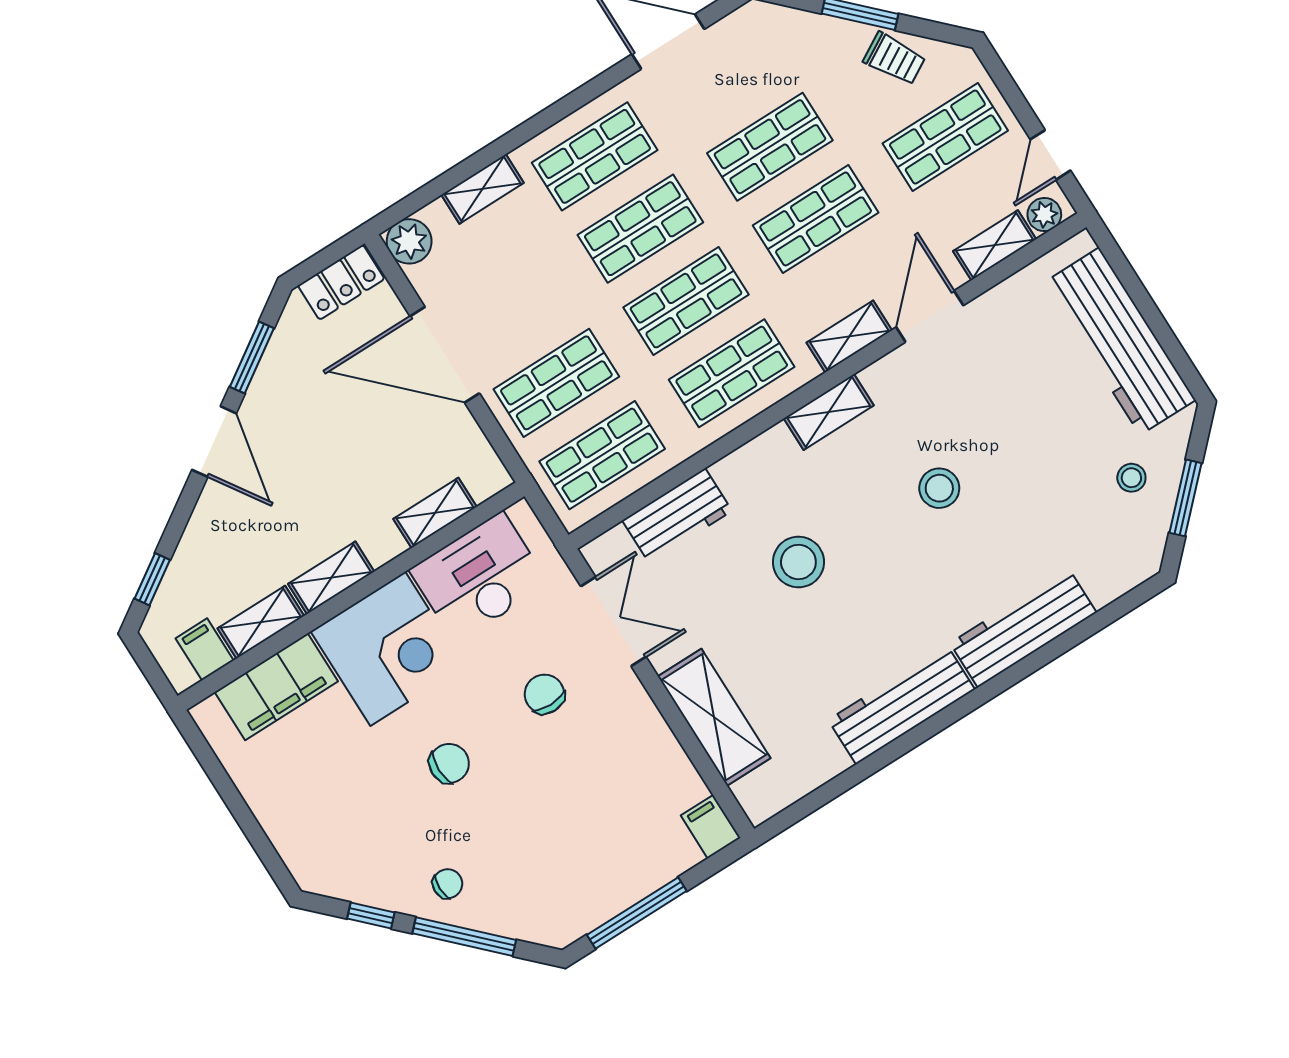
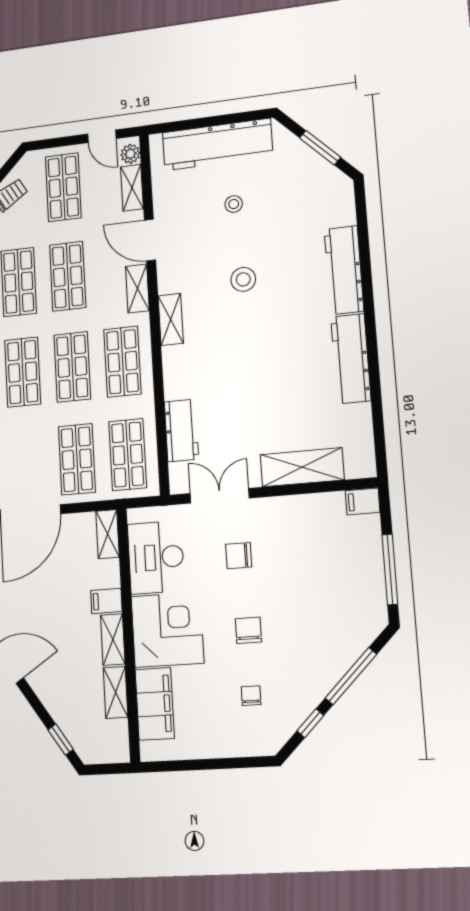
stool: (1131, 478) -> (234, 204), moved
shelving: (435, 513) -> (108, 534), moved
stool: (798, 562) -> (242, 377), removed
filing cabinet: (205, 649) -> (106, 601), moved
chair: (448, 884) -> (251, 696), moved

